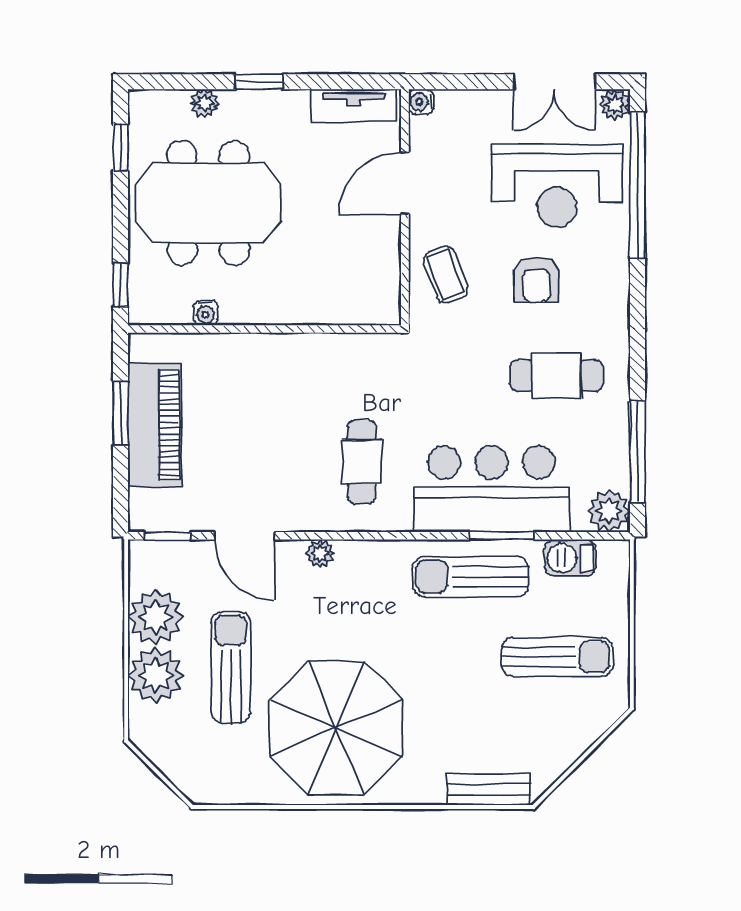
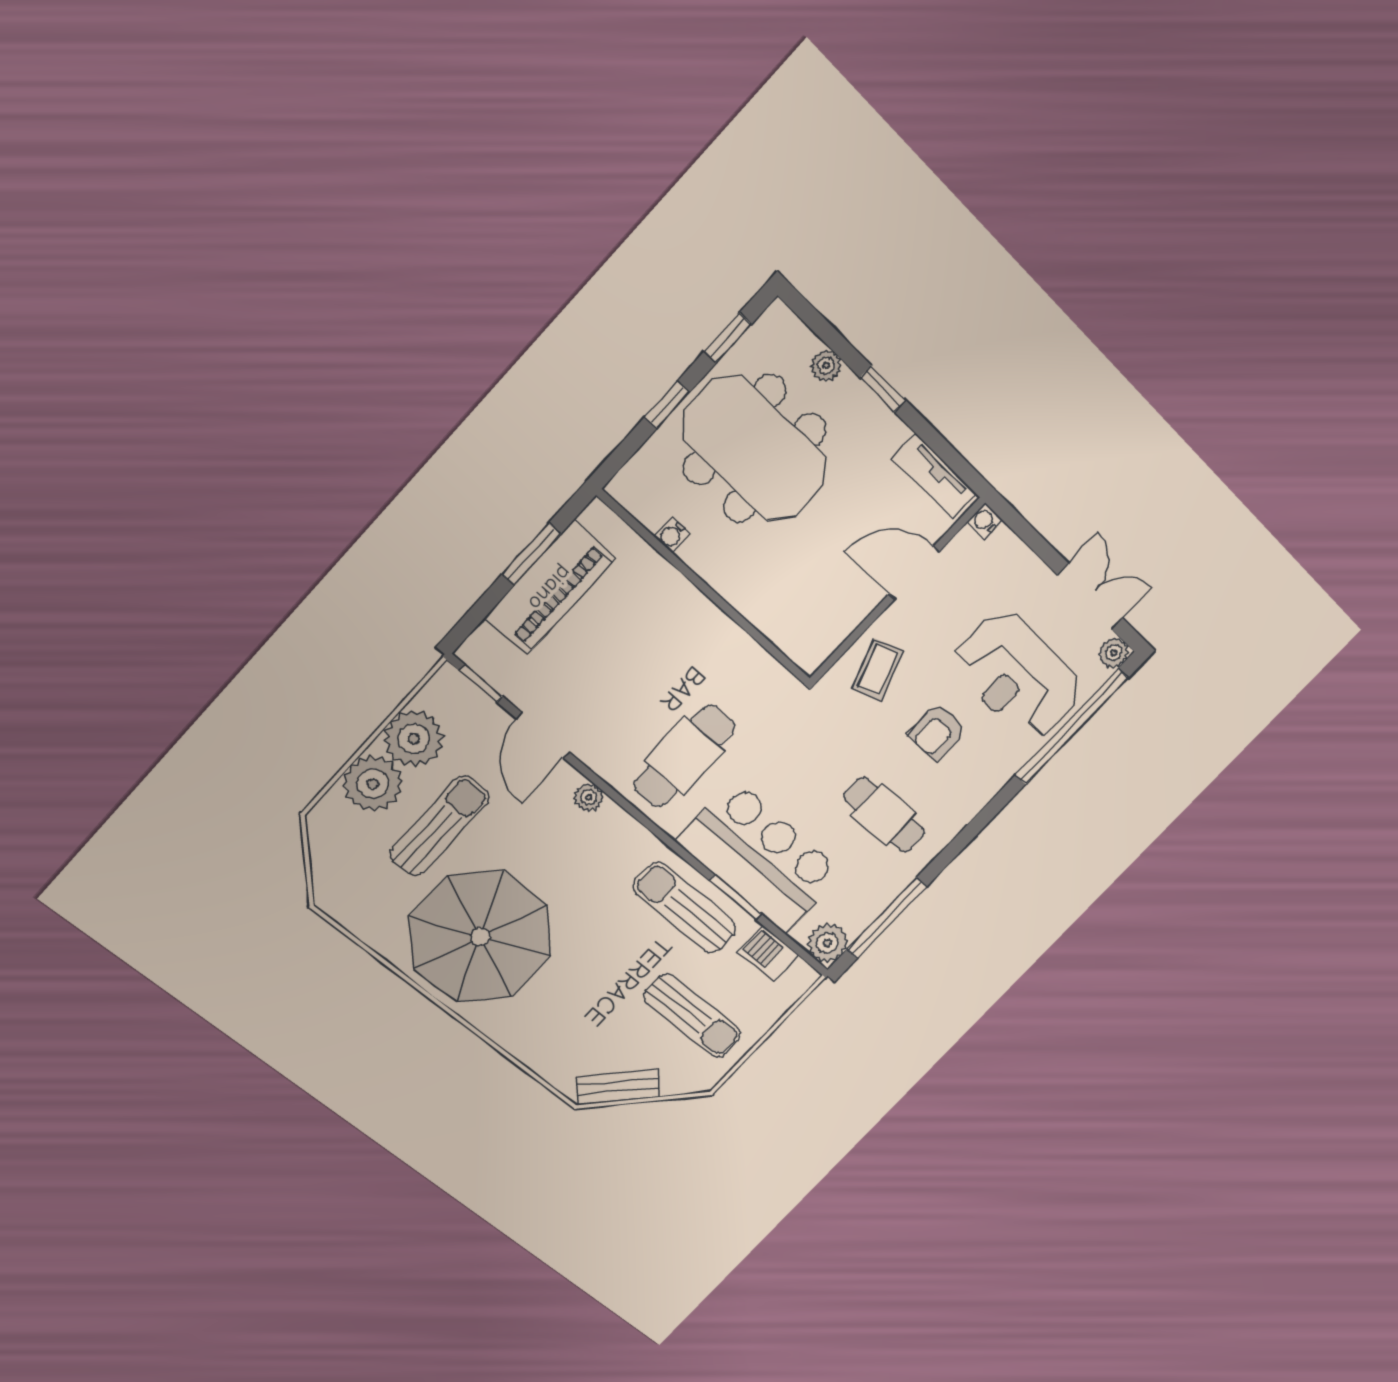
double door: (554, 82) -> (1090, 596), swing flipped
window: (121, 285) -> (667, 405), moved
cafe table: (362, 462) -> (684, 756), width x1.37, depth x1.35
bench: (489, 789) -> (619, 1087), moved, turned -45

